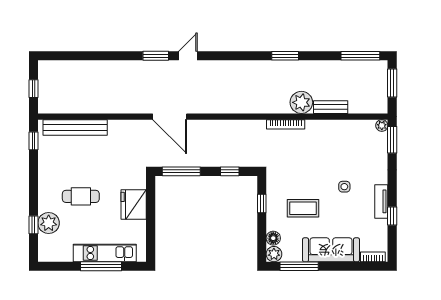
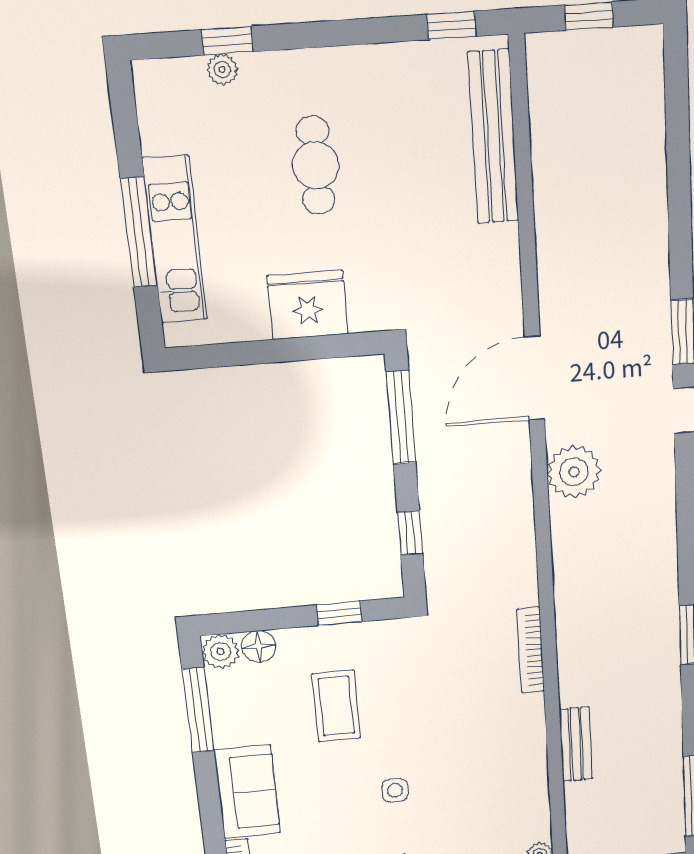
plant: (301, 102) -> (574, 472), moved
plant: (49, 223) -> (222, 70), width x0.53, depth x0.53
sofa: (331, 250) -> (247, 792), width x0.73

